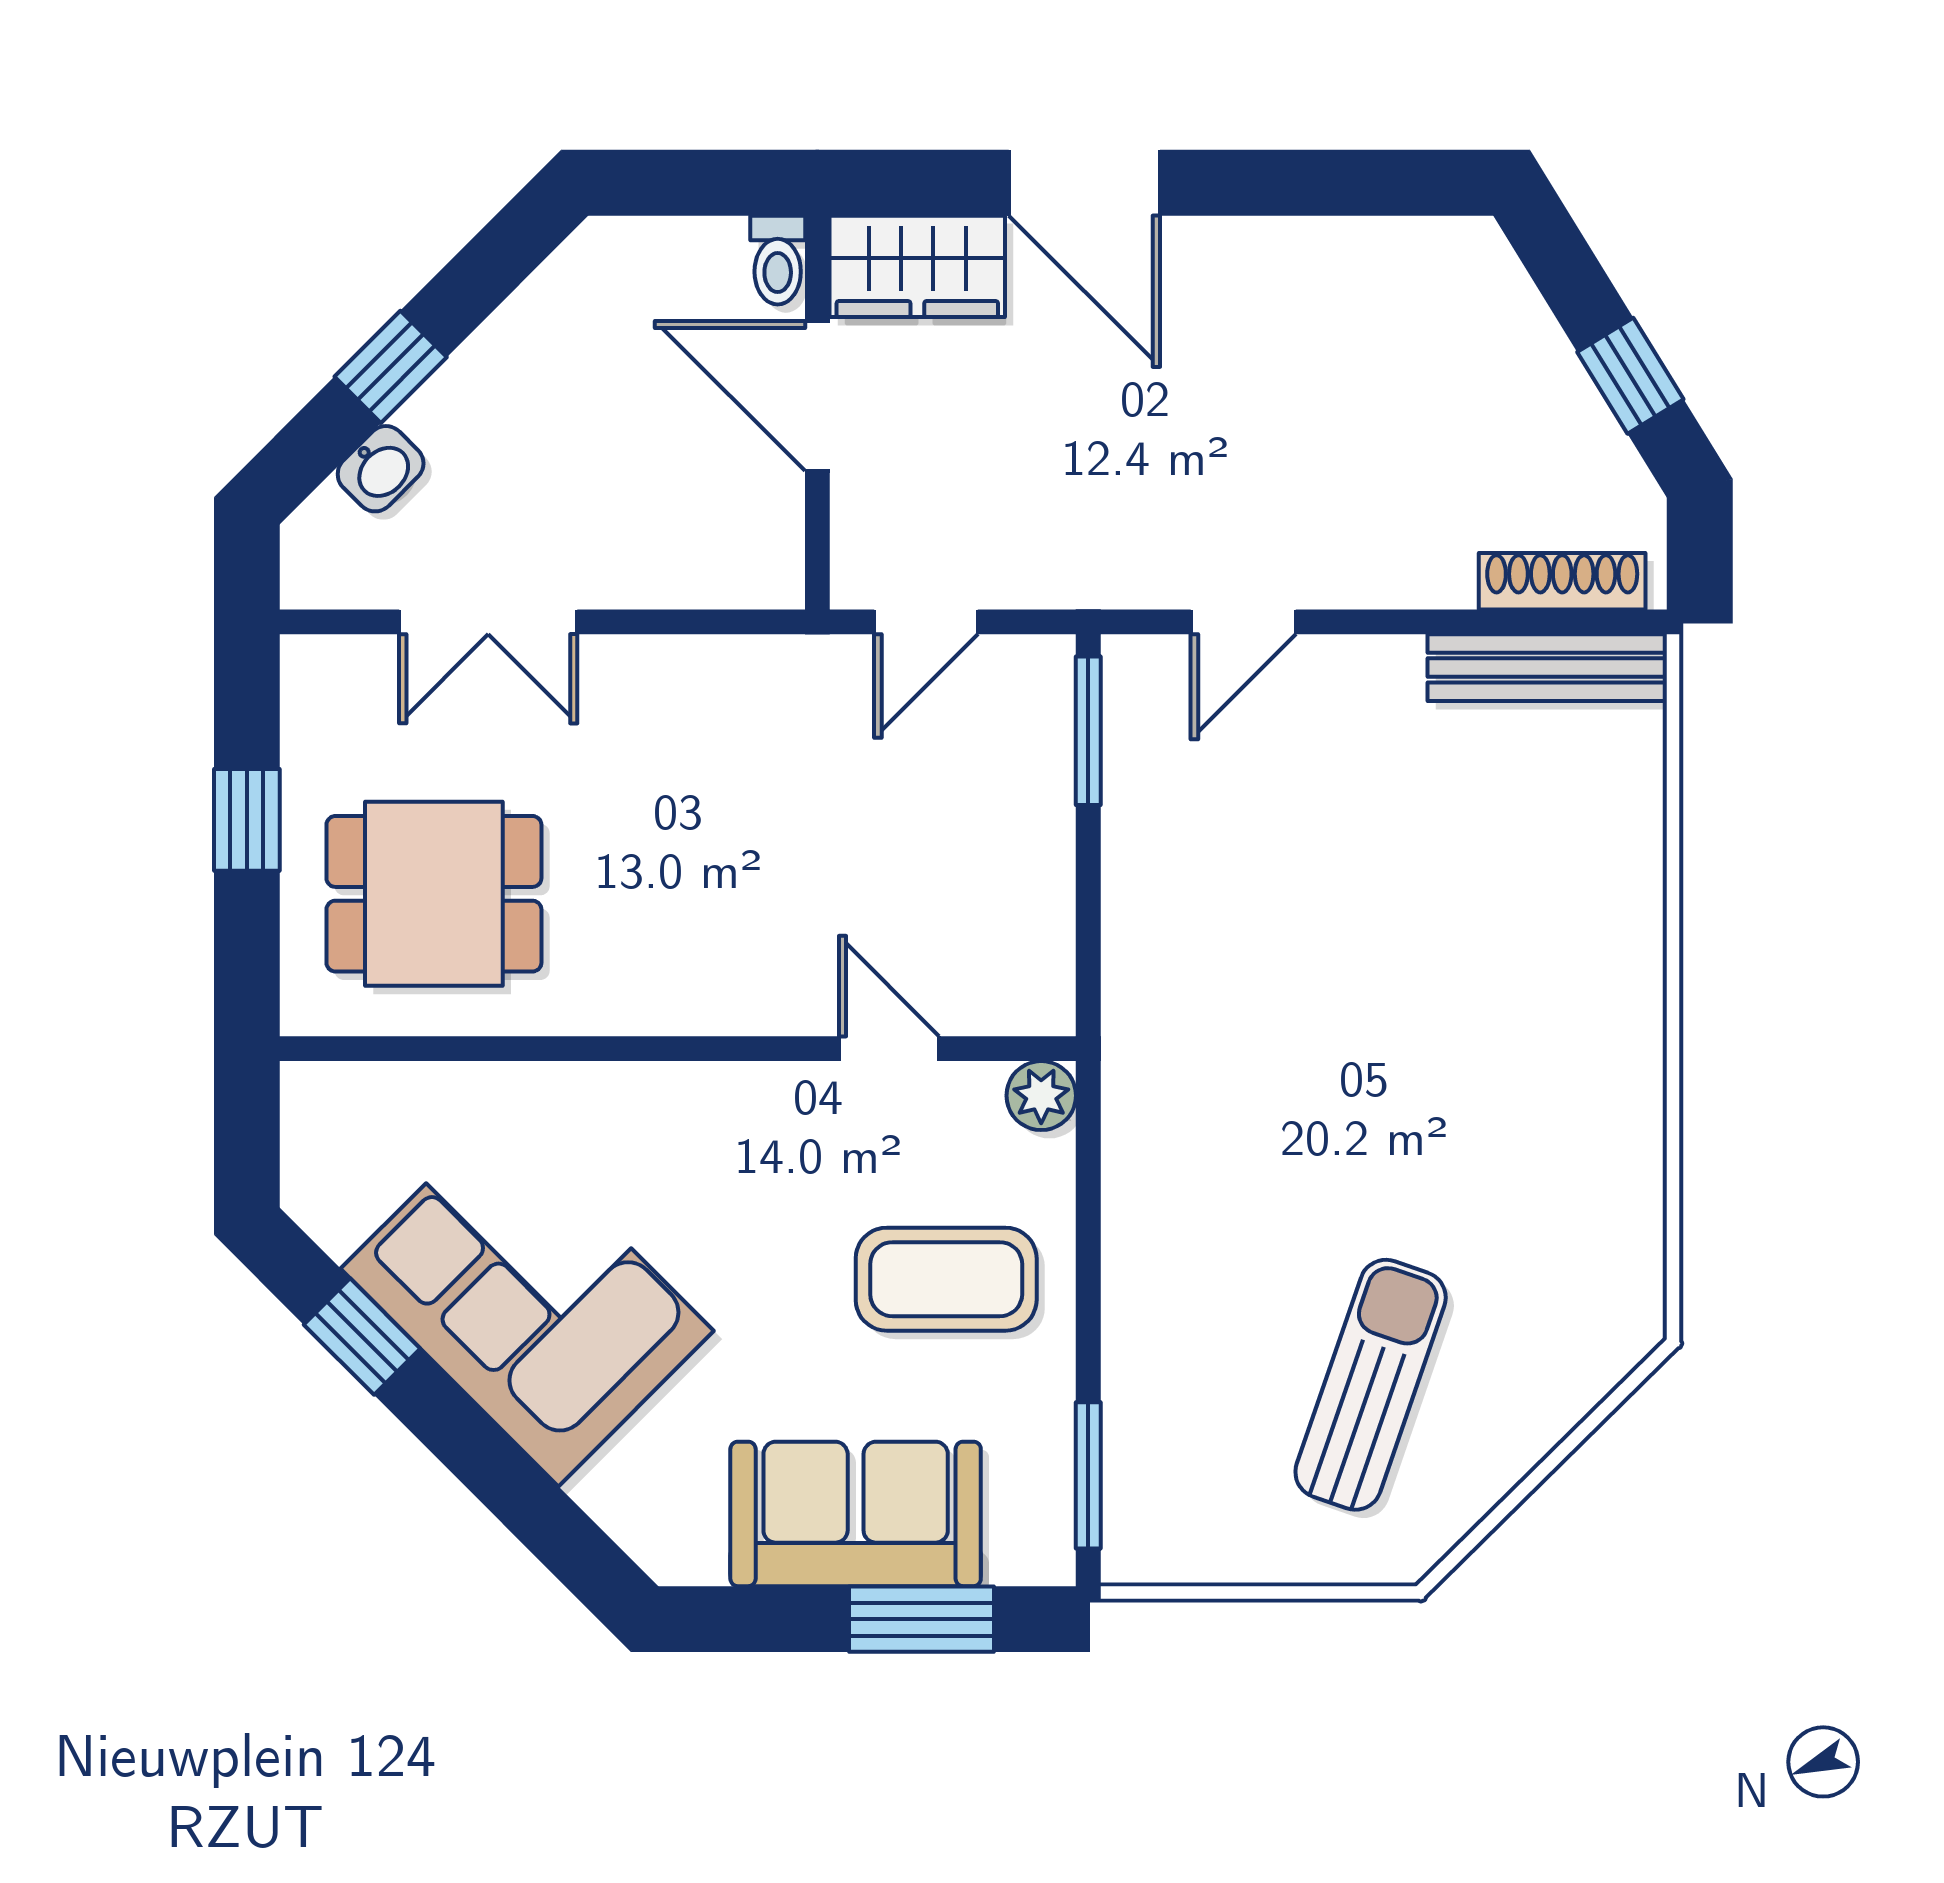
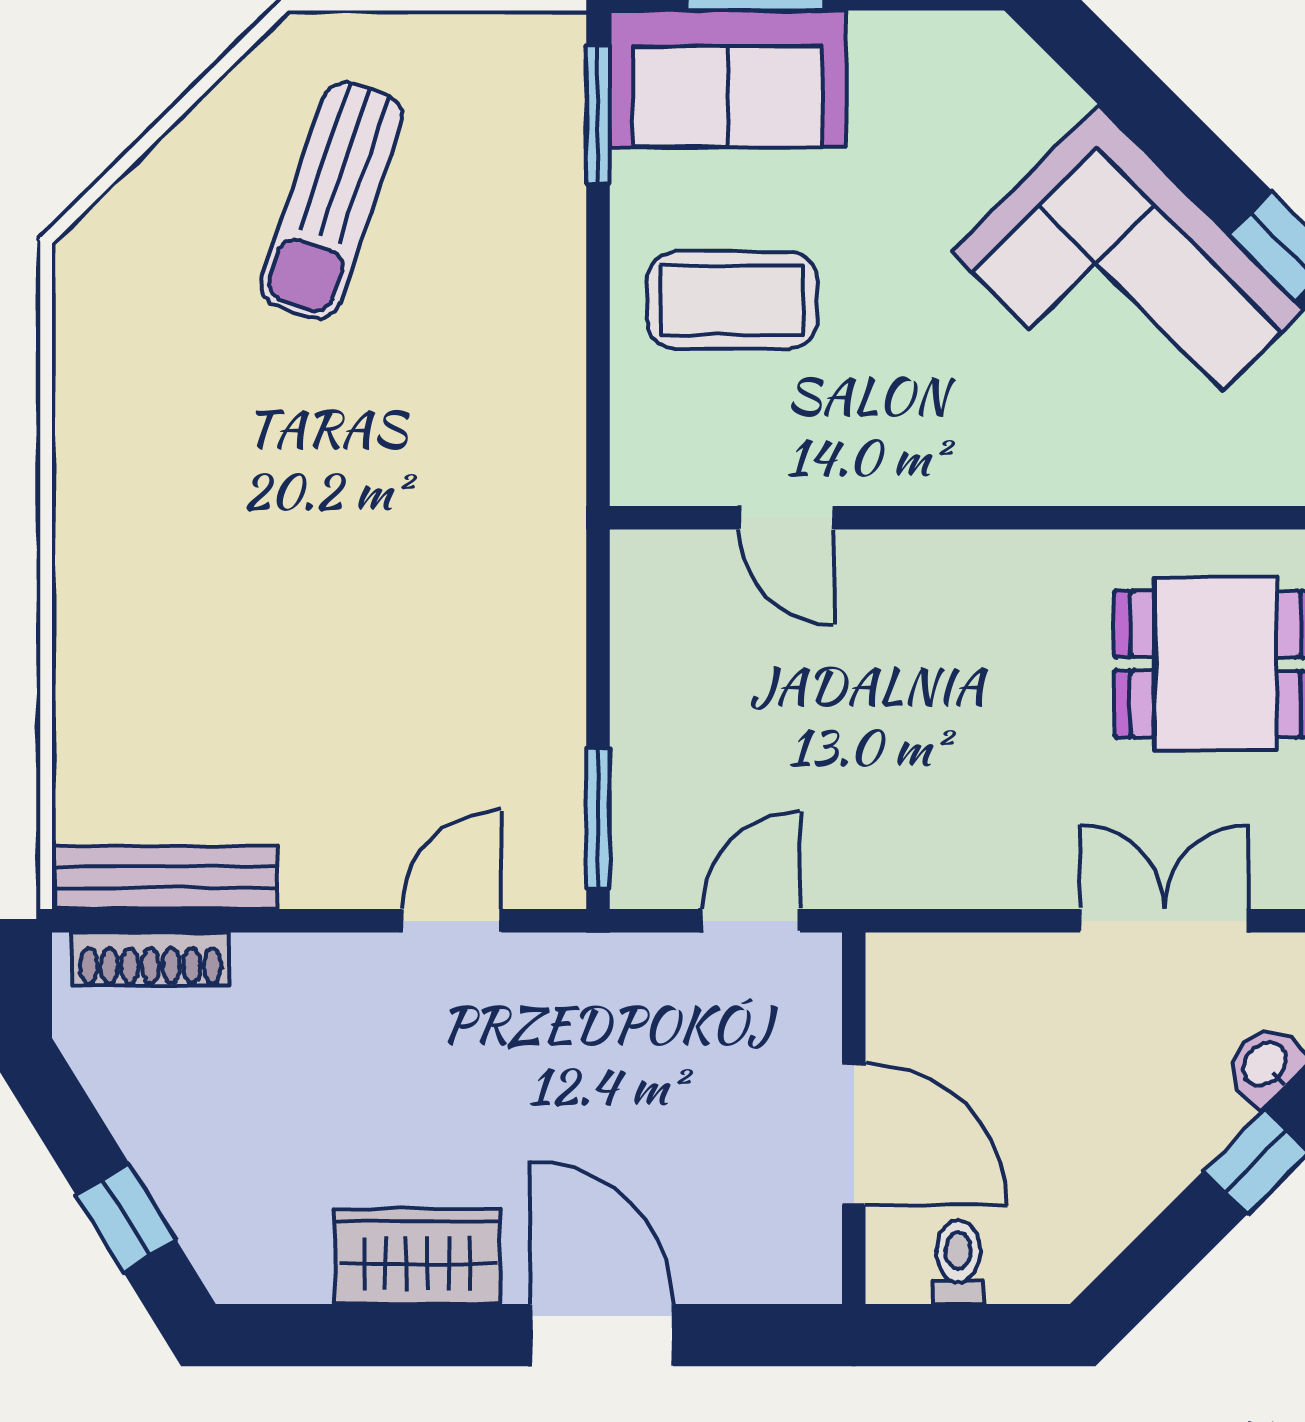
toilet: (778, 260) -> (958, 1262), moved
wardrobe: (917, 266) -> (417, 1256), moved
window: (1630, 376) -> (126, 1218), moved
plant: (1041, 1096) -> (642, 473), removed
sofa: (856, 1514) -> (728, 79), moved

